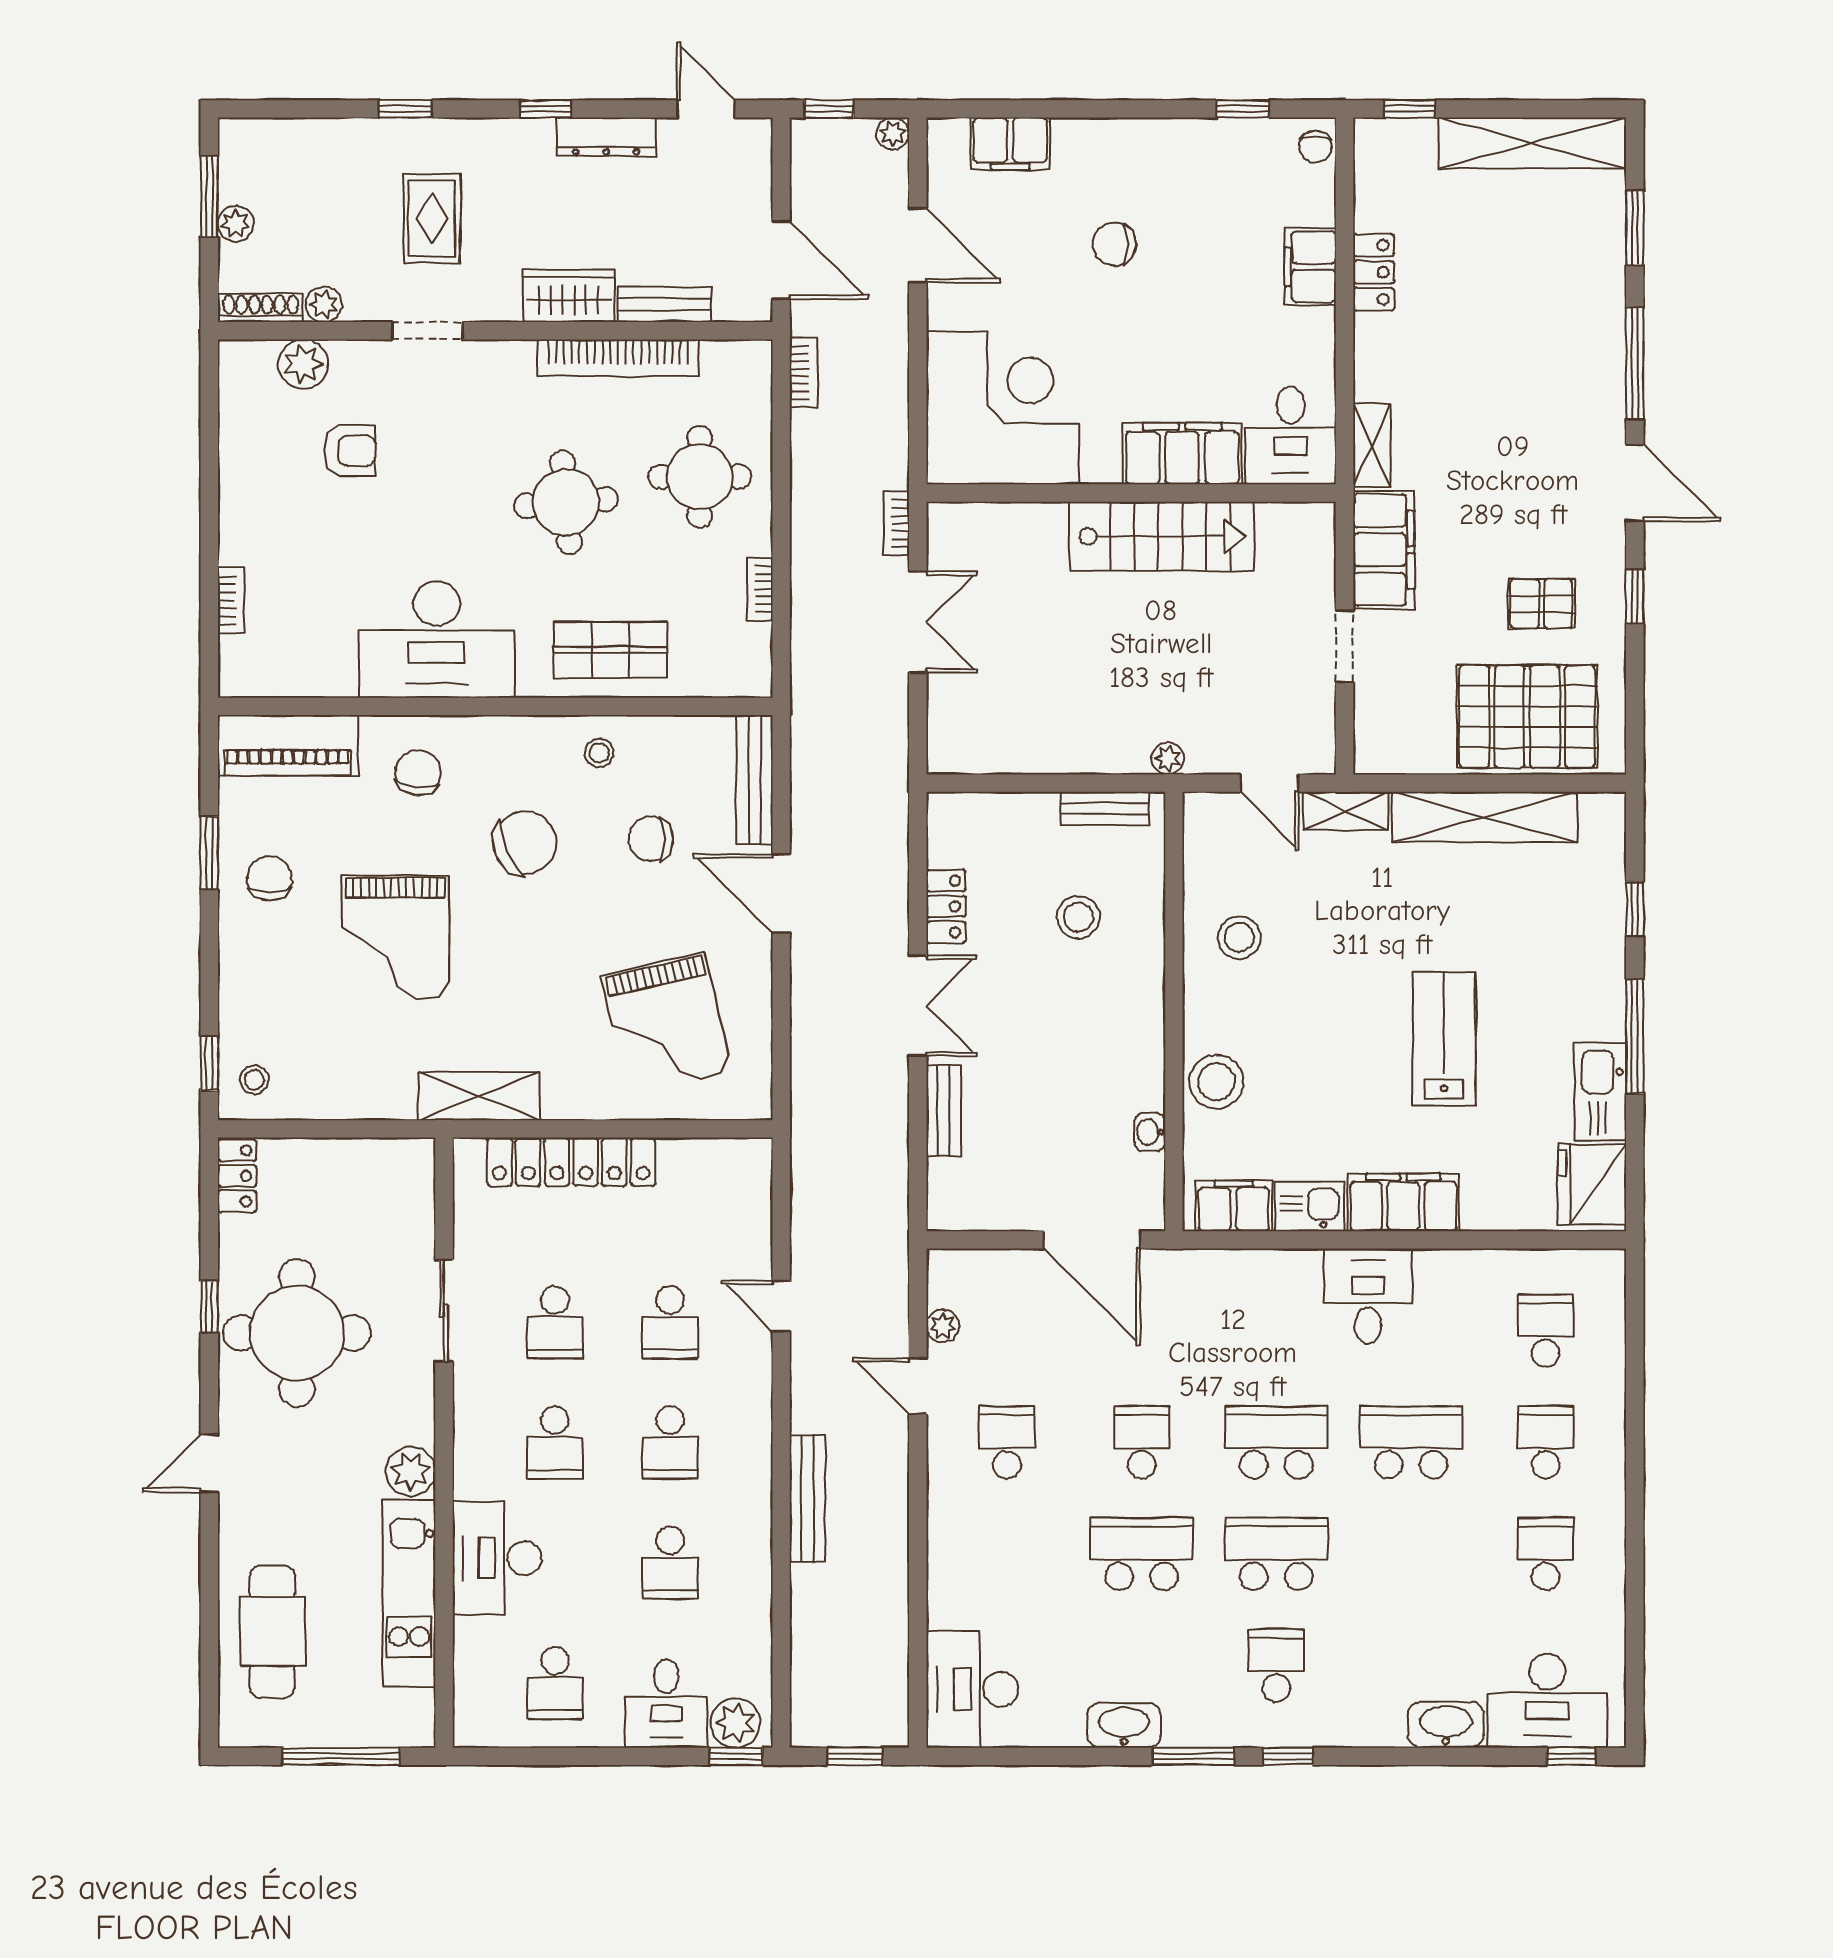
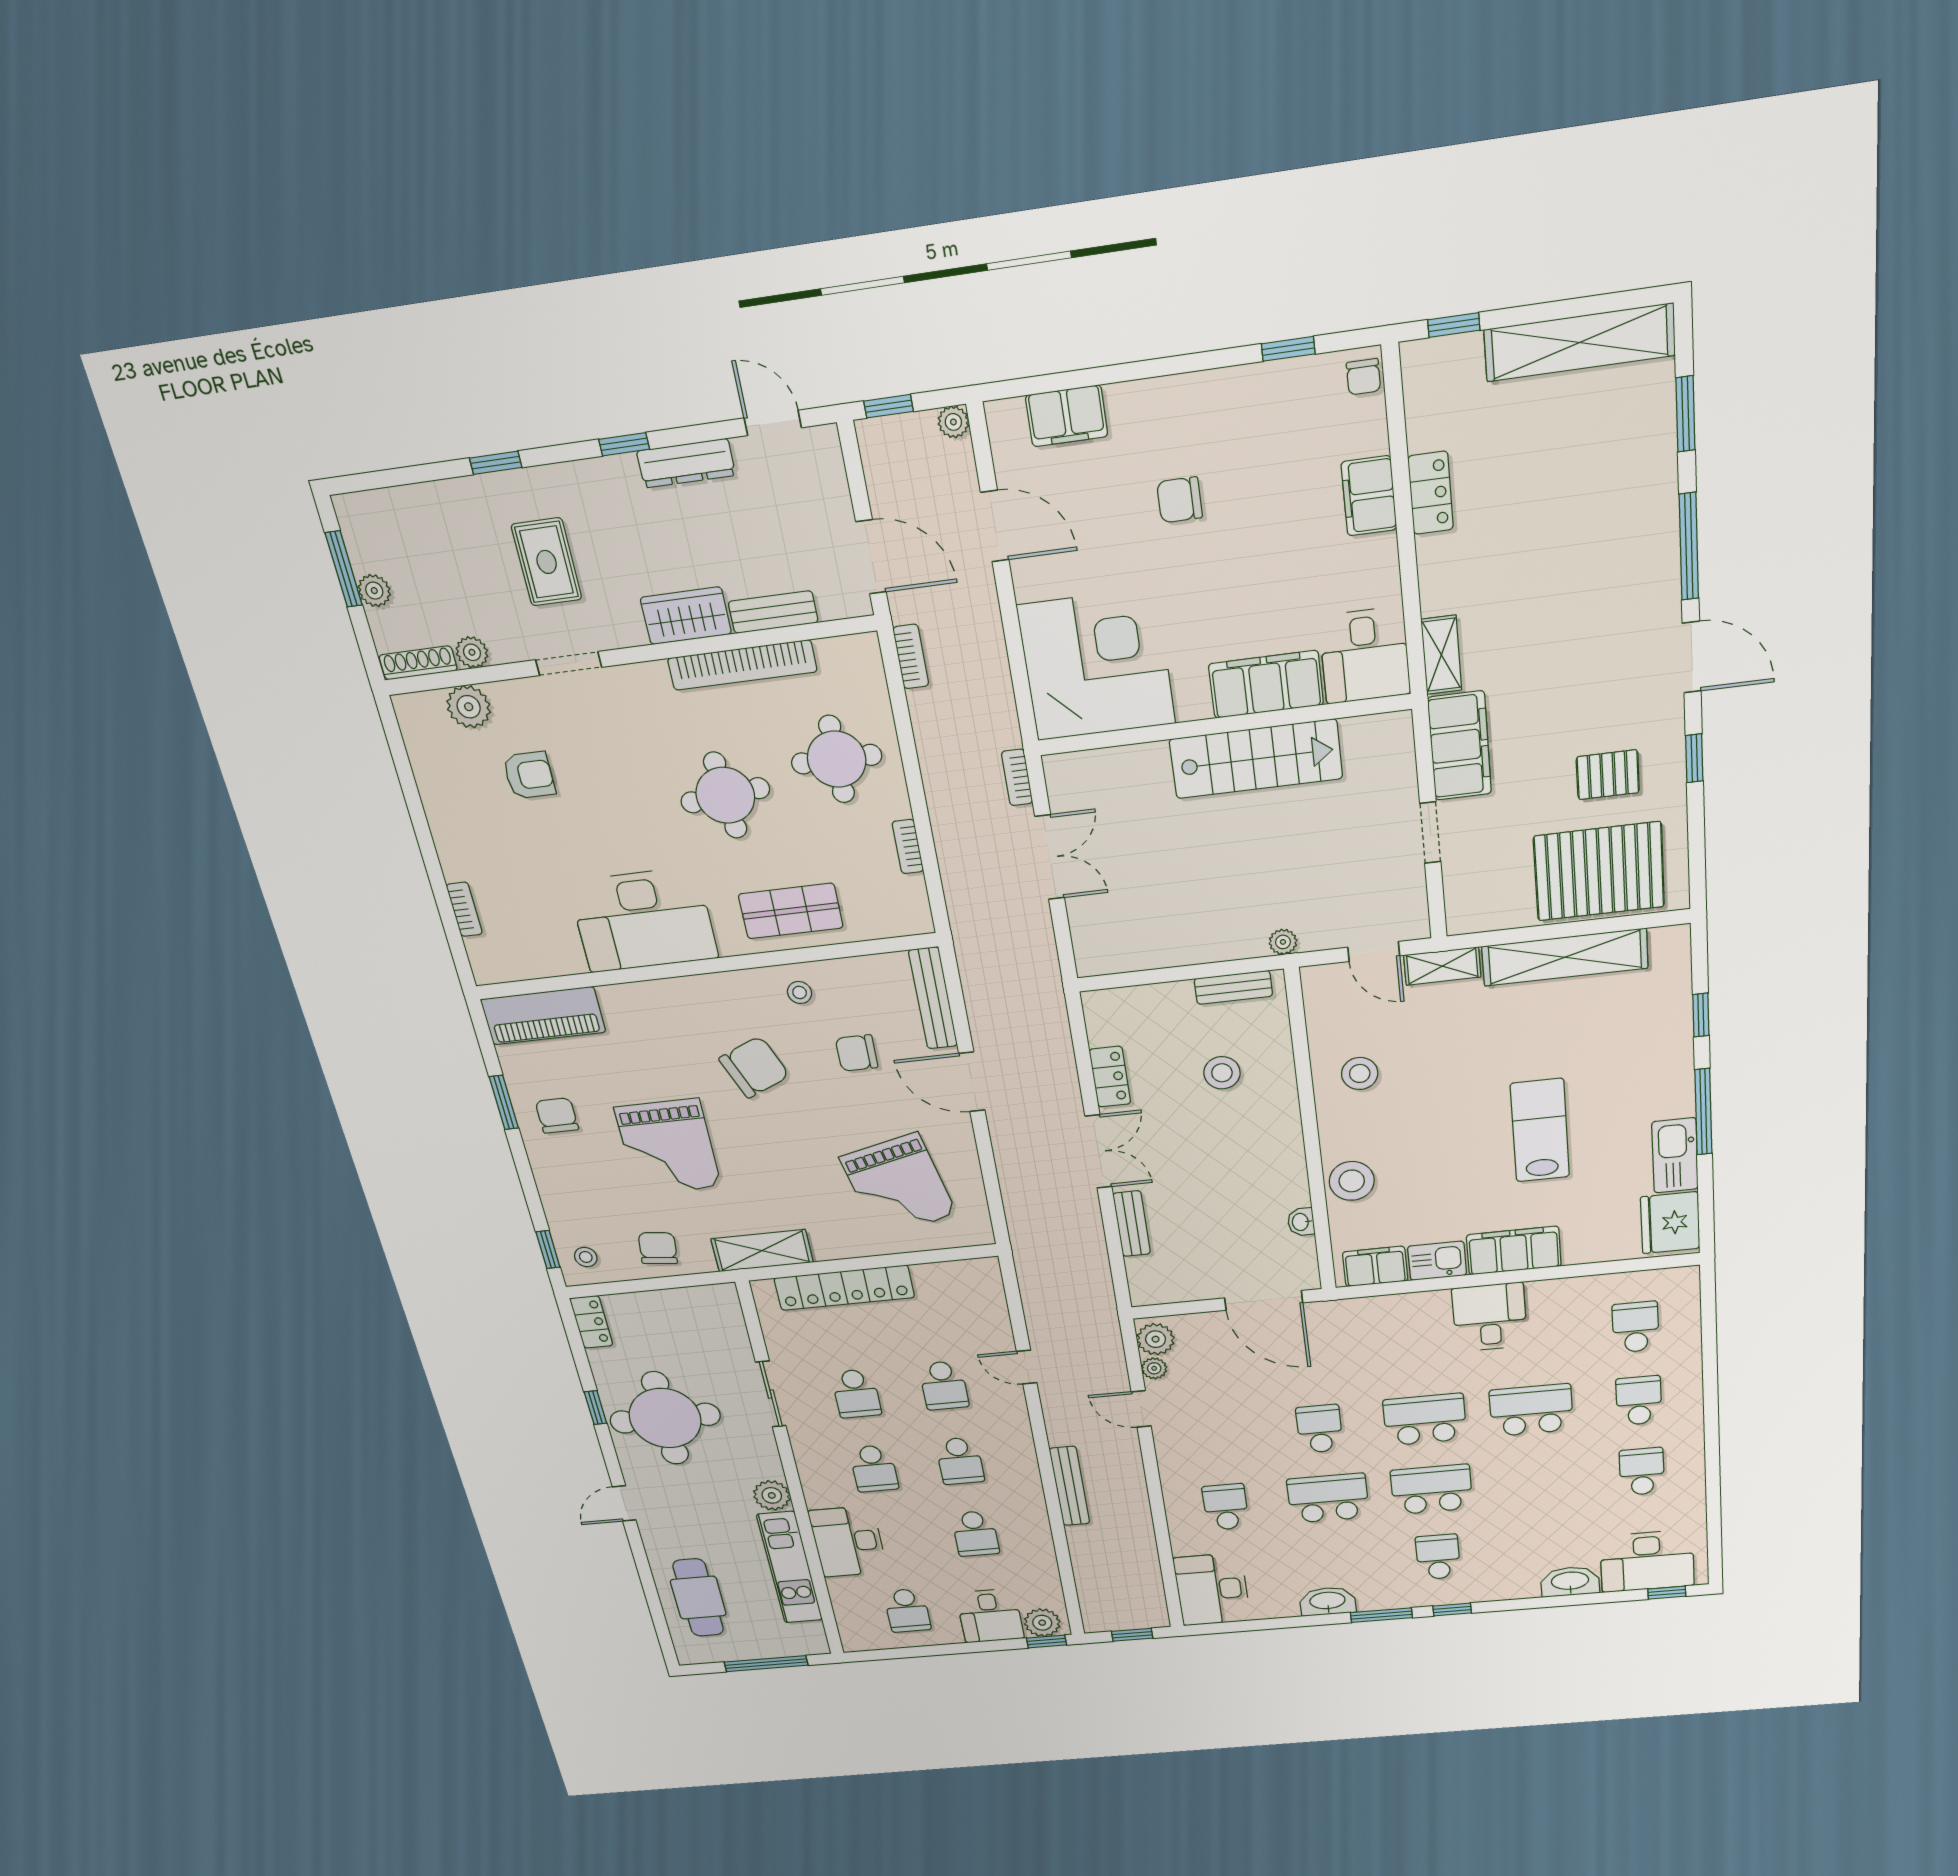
chair: (418, 773) -> (658, 1248), moved
plant: (950, 1282) -> (1156, 1339), added
school desk: (1007, 1442) -> (1226, 1507), moved

